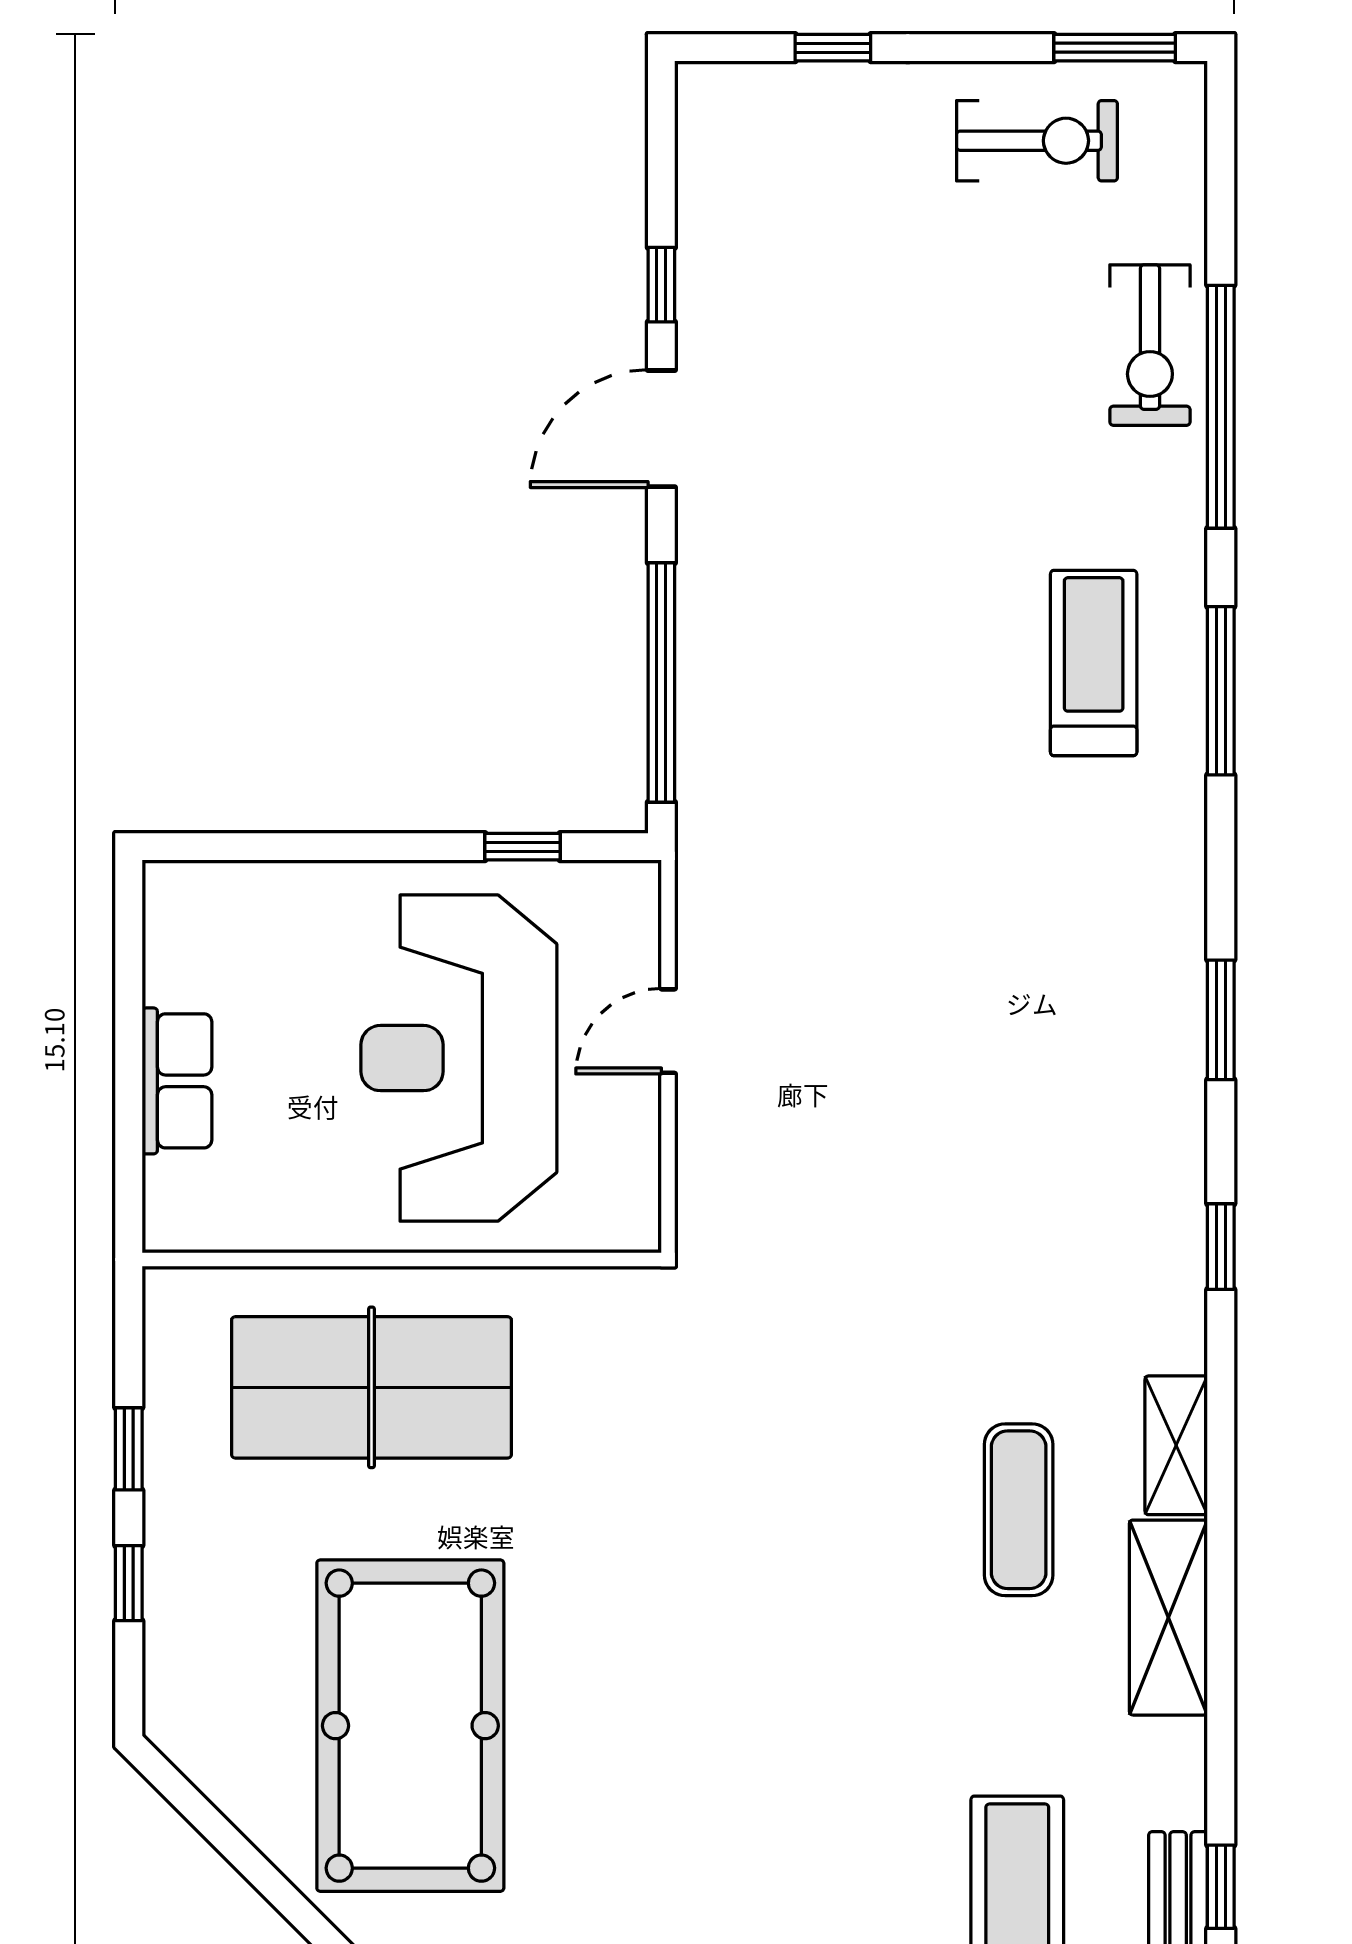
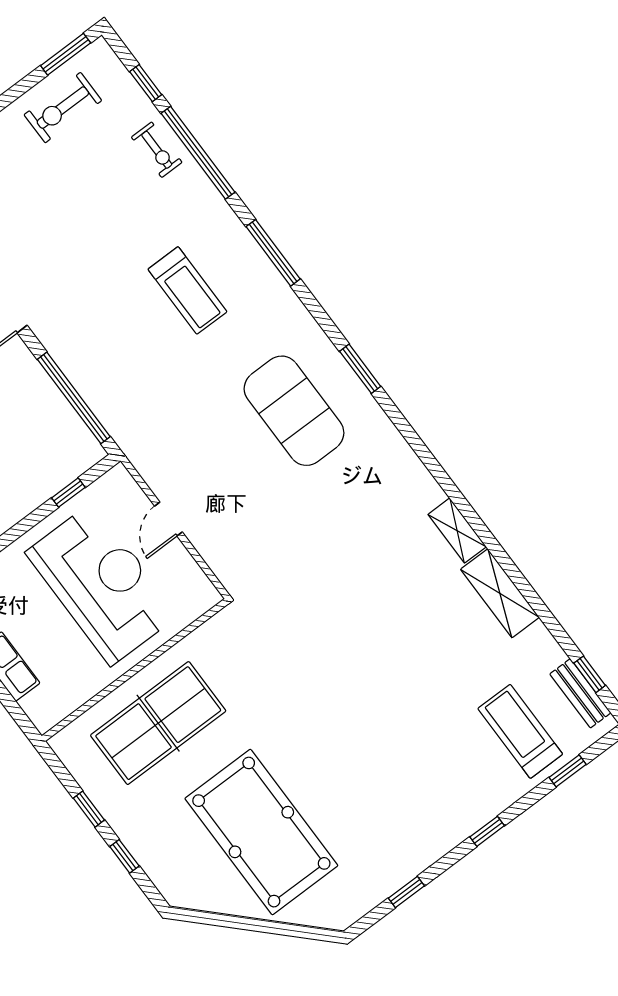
exercise bike: (1037, 141) -> (63, 108), turned 180
exercise bike: (1150, 345) -> (157, 150), width x0.73, depth x0.72
treadmill: (1094, 663) -> (187, 290), moved, turned 180
reception desk: (459, 1058) -> (102, 584), turned 180
window: (1221, 1247) -> (146, 83), moved
exercise mat: (1019, 1510) -> (294, 411), moved, width x2.00, depth x1.45

